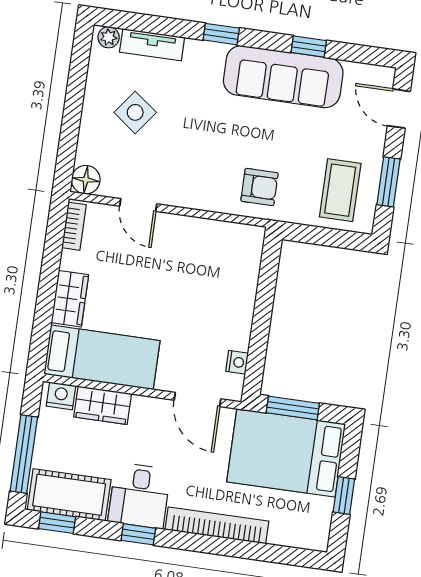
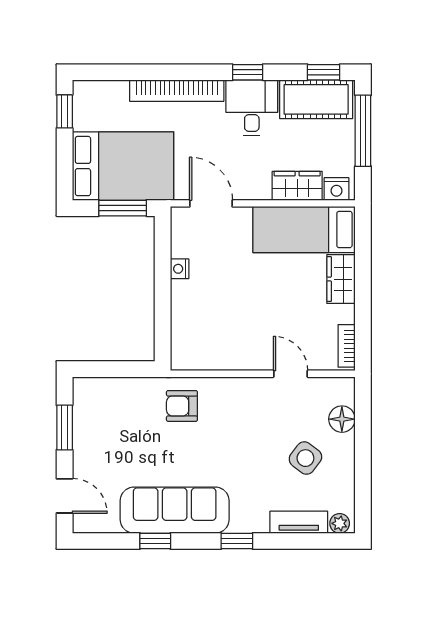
floor lamp: (86, 180) -> (342, 419), moved
coffee table: (340, 190) -> (108, 414), removed
nightstand: (237, 362) -> (180, 269), moved
window: (344, 495) -> (65, 111), moved

